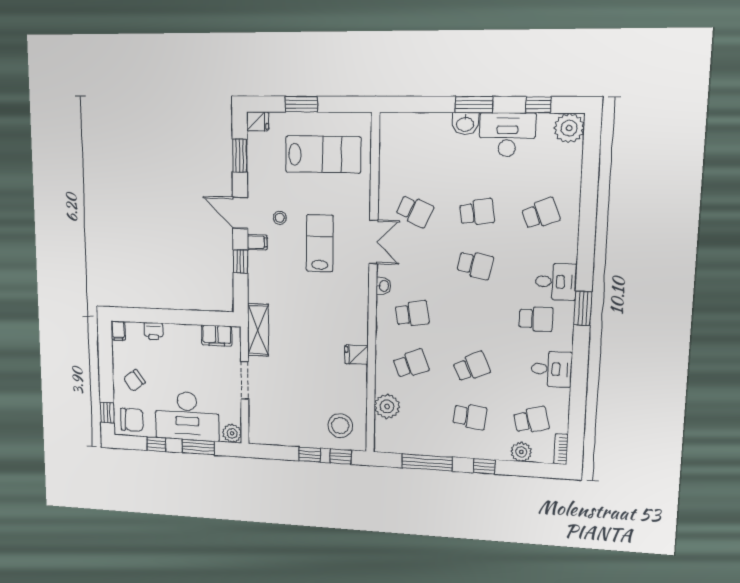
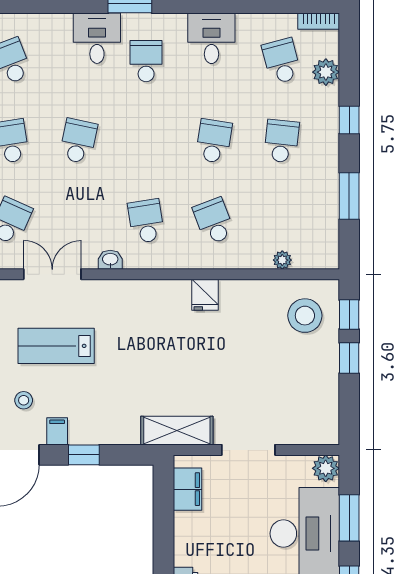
school desk: (472, 367) -> (214, 141), turned 33
plant: (387, 406) -> (282, 260), width x0.53, depth x0.53
window: (427, 462) -> (349, 196), width x0.69

